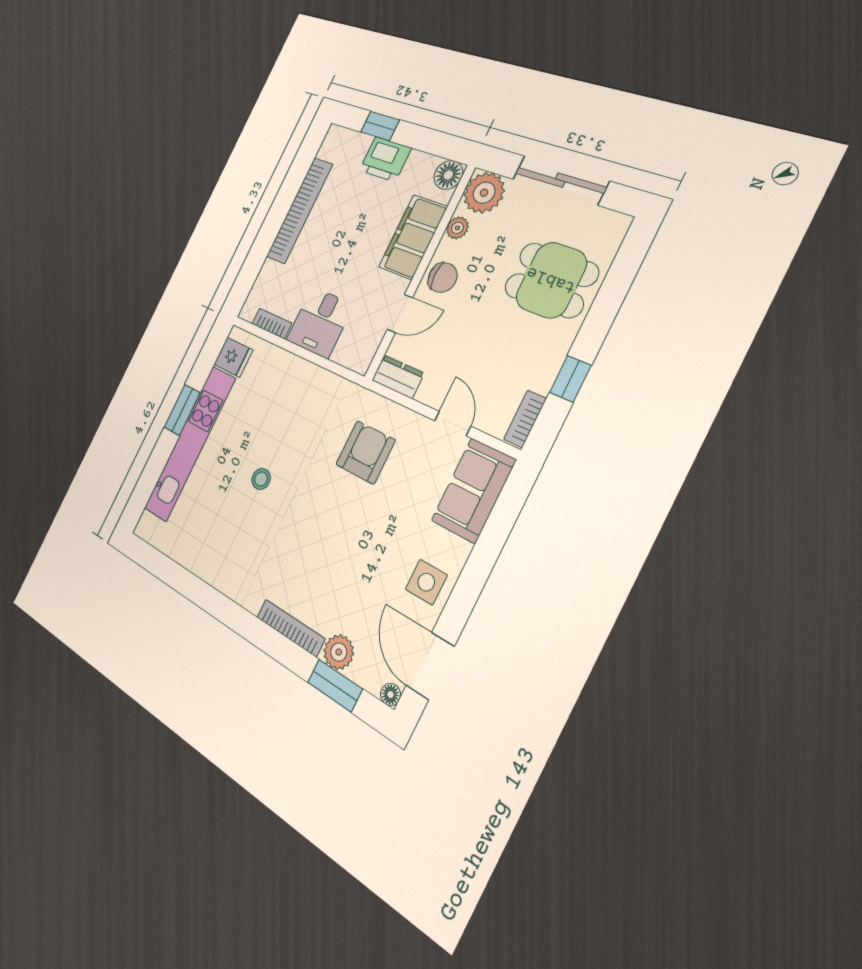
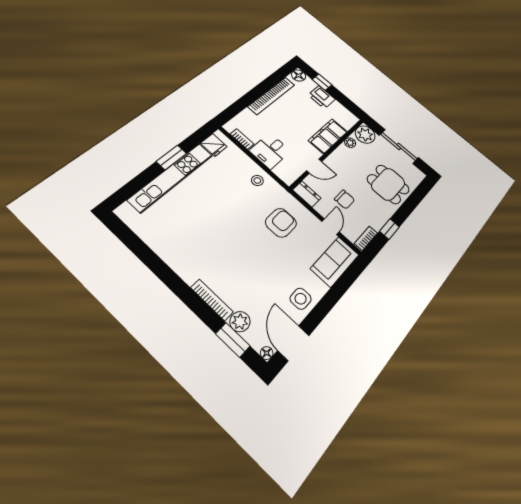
floor lamp: (448, 175) -> (299, 75), moved
chair: (443, 278) -> (345, 199), moved
stool: (261, 479) -> (257, 180), moved

